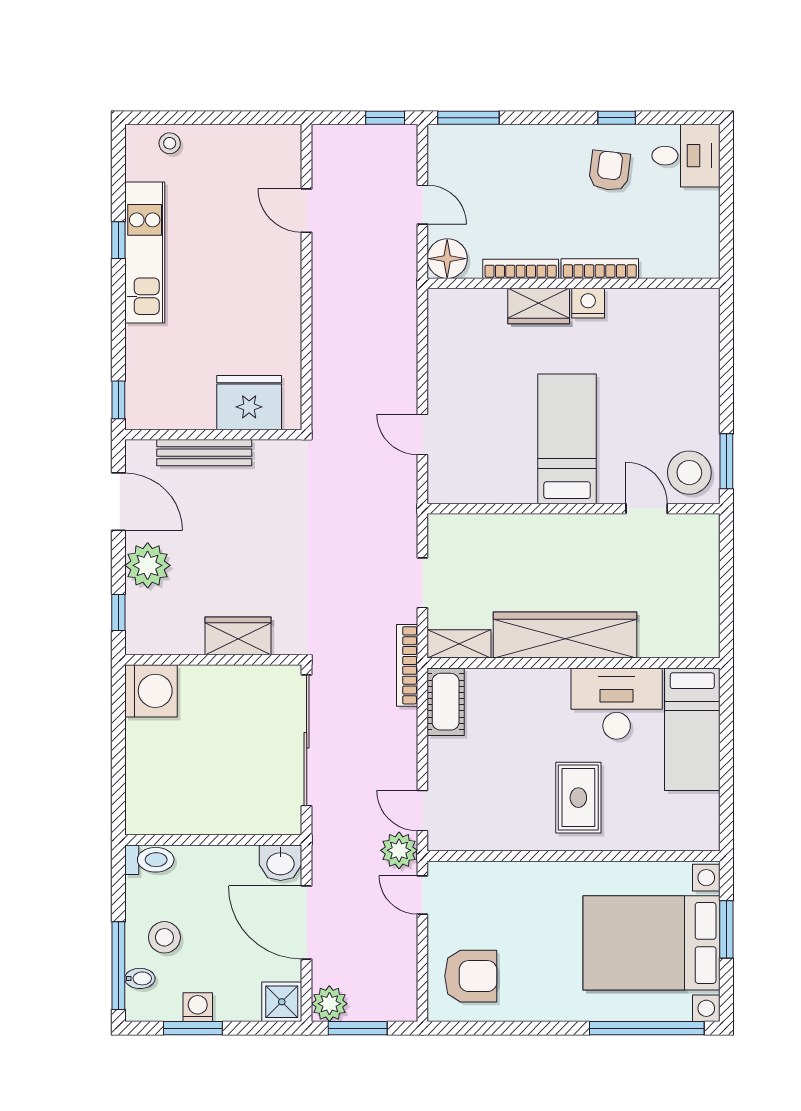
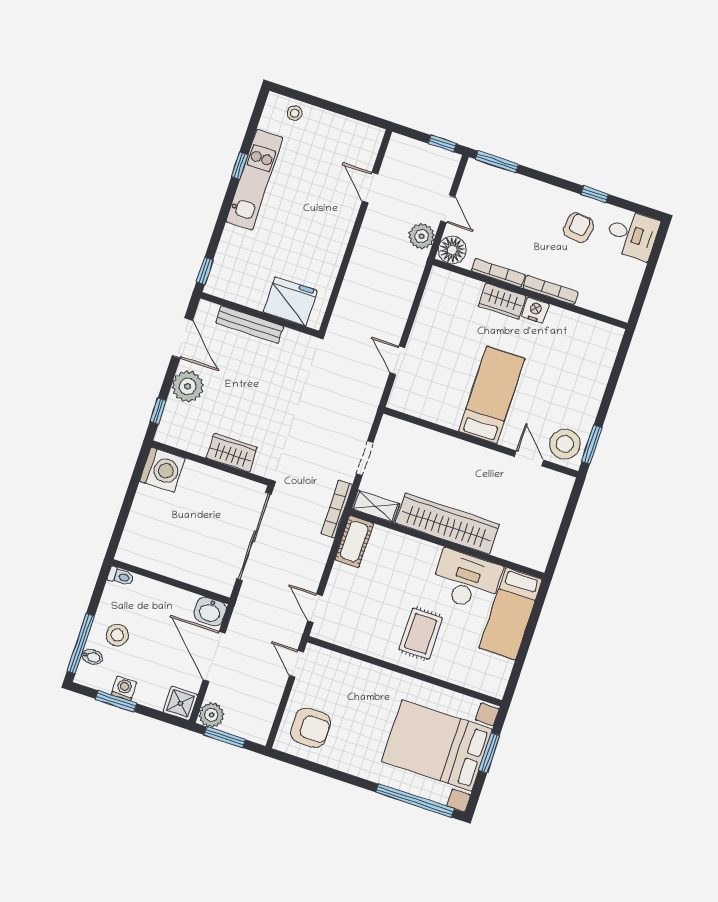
plant: (399, 850) -> (422, 236), moved
toilet: (149, 860) -> (121, 576), width x0.73, depth x0.72

